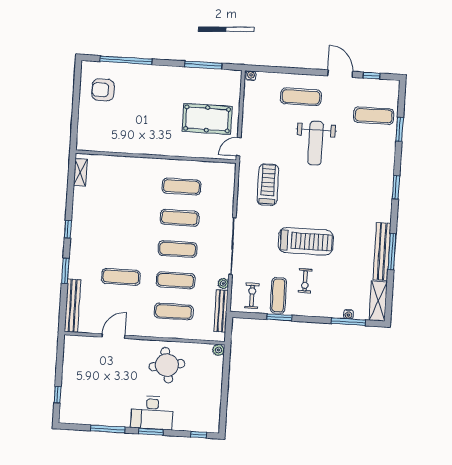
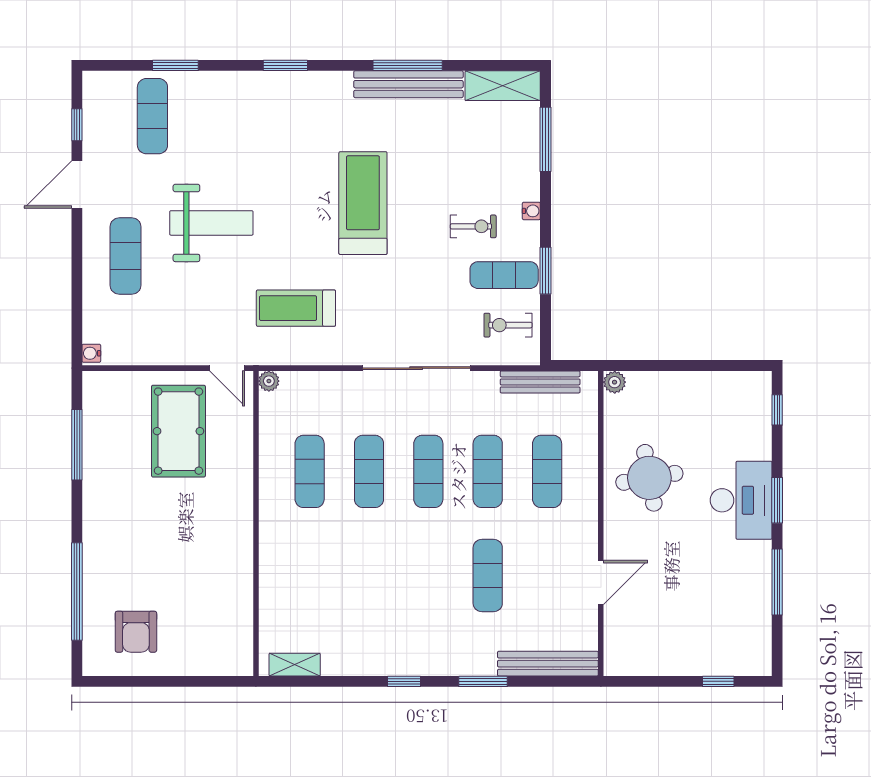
treadmill: (306, 241) -> (363, 203), moved
plant: (223, 283) -> (269, 381), moved
water cooler: (348, 314) -> (531, 211), moved
door: (113, 336) -> (601, 583), swing flipped

